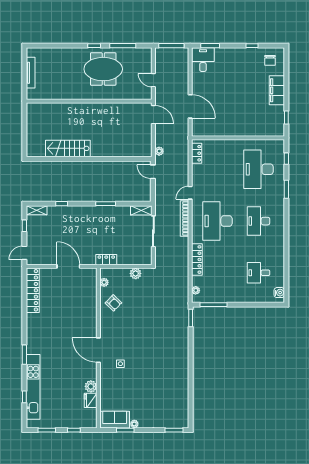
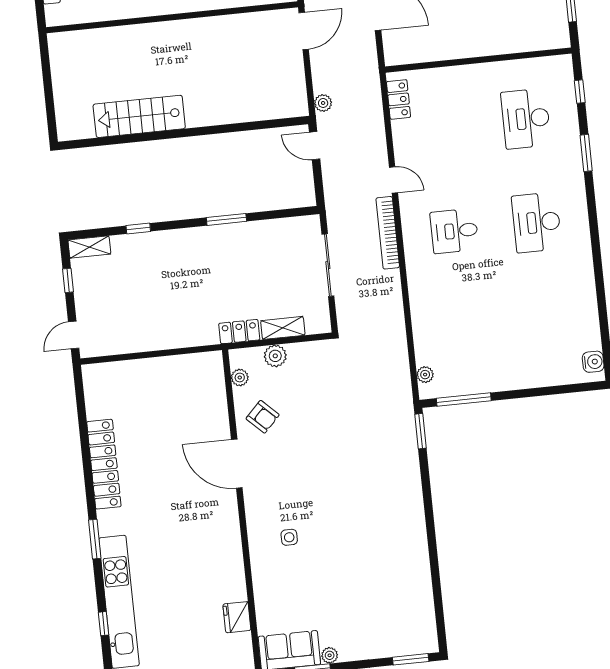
door: (153, 115) -> (304, 31), hinge flipped
desk: (259, 169) -> (526, 119), width x0.73, depth x0.77
door: (190, 193) -> (394, 180), swing flipped
shelving: (141, 210) -> (283, 328), moved
desk: (217, 221) -> (454, 231), width x0.53, depth x0.77
locker: (197, 260) -> (421, 312), removed
door: (68, 266) -> (165, 353), removed
plant: (136, 273) -> (275, 356), moved
desk: (259, 273) -> (547, 326), removed
locker: (33, 290) -> (104, 464), moved
door: (98, 350) -> (237, 464), moved
plant: (91, 386) -> (235, 589), removed

